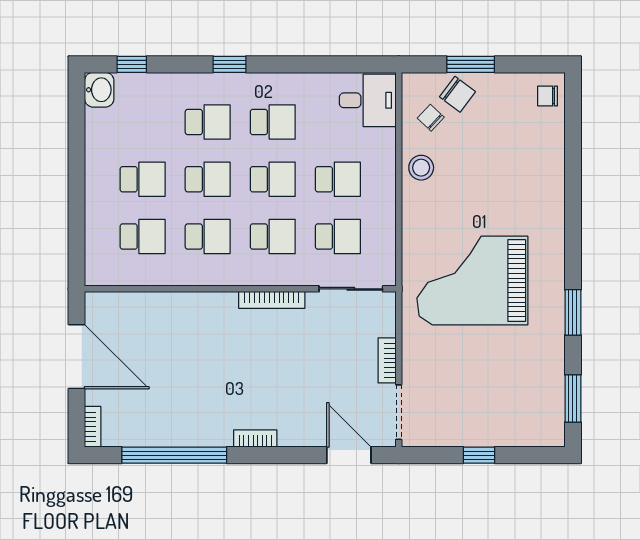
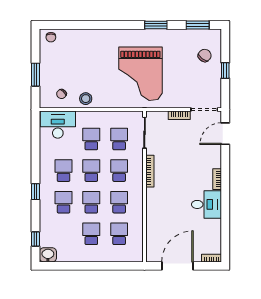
chair: (458, 94) -> (205, 55), moved
desk: (368, 100) -> (58, 125), width x1.37
desk: (203, 416) -> (206, 204), added
window: (174, 455) -> (225, 218), removed

